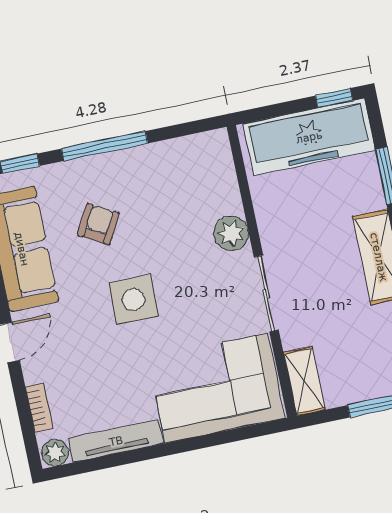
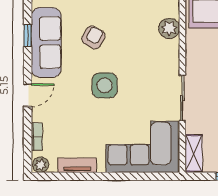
plant: (231, 233) -> (169, 28), moved
tv unit: (116, 441) -> (77, 165), width x0.71

